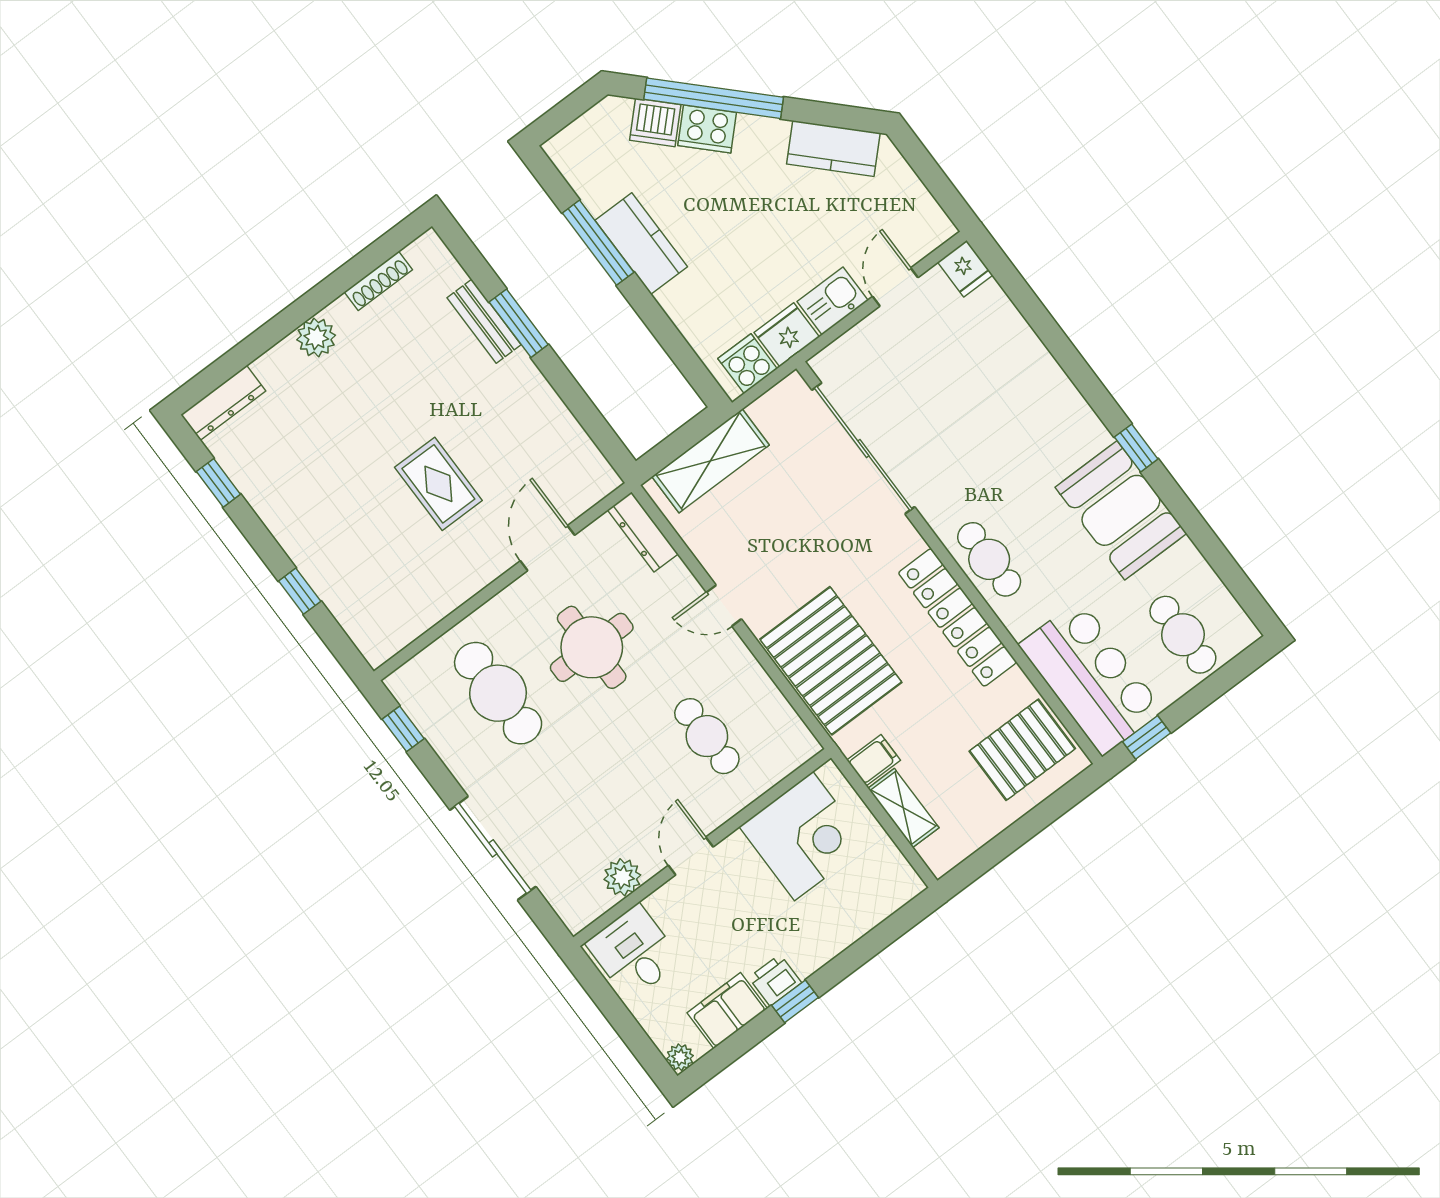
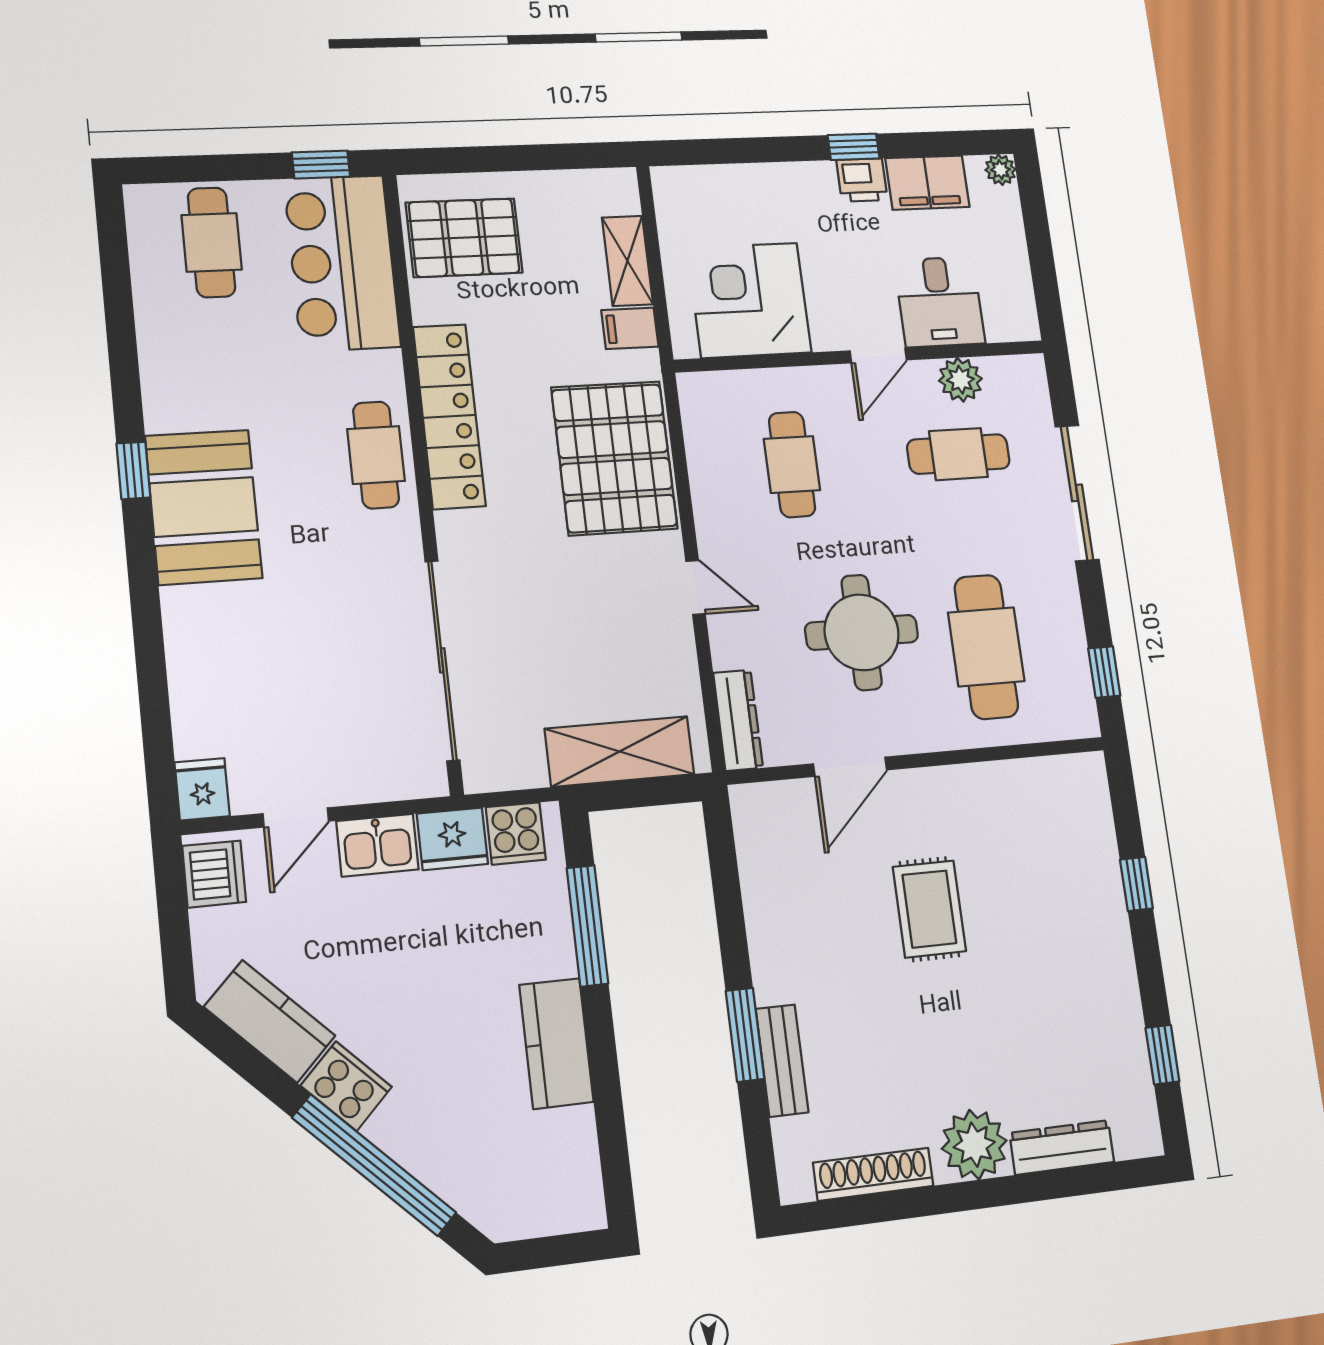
dishwasher: (655, 122) -> (214, 874), moved, turned 45
cooker: (707, 129) -> (346, 1086), moved
window: (598, 243) -> (587, 926), moved
shoe rack: (378, 281) -> (873, 1174), width x1.36, depth x1.24
plant: (316, 337) -> (974, 1145), width x1.36, depth x1.36
dresser: (223, 403) -> (1062, 1147), moved
booth: (1121, 510) -> (204, 507), moved
cafe table: (594, 821) -> (958, 454), added
desk: (634, 952) -> (940, 302), moved

